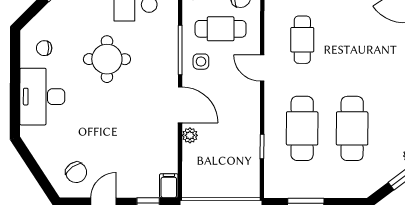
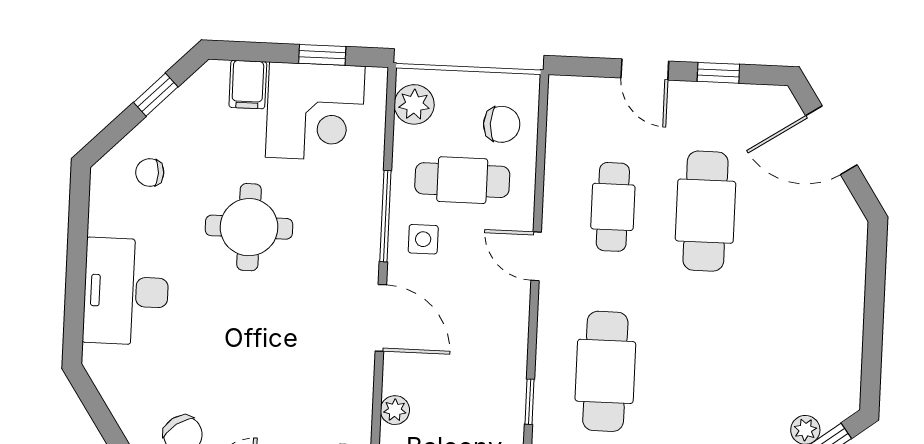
chair: (44, 48) -> (150, 172), moved
cafe table: (352, 128) -> (706, 211), moved
plant: (190, 135) -> (395, 410), moved

